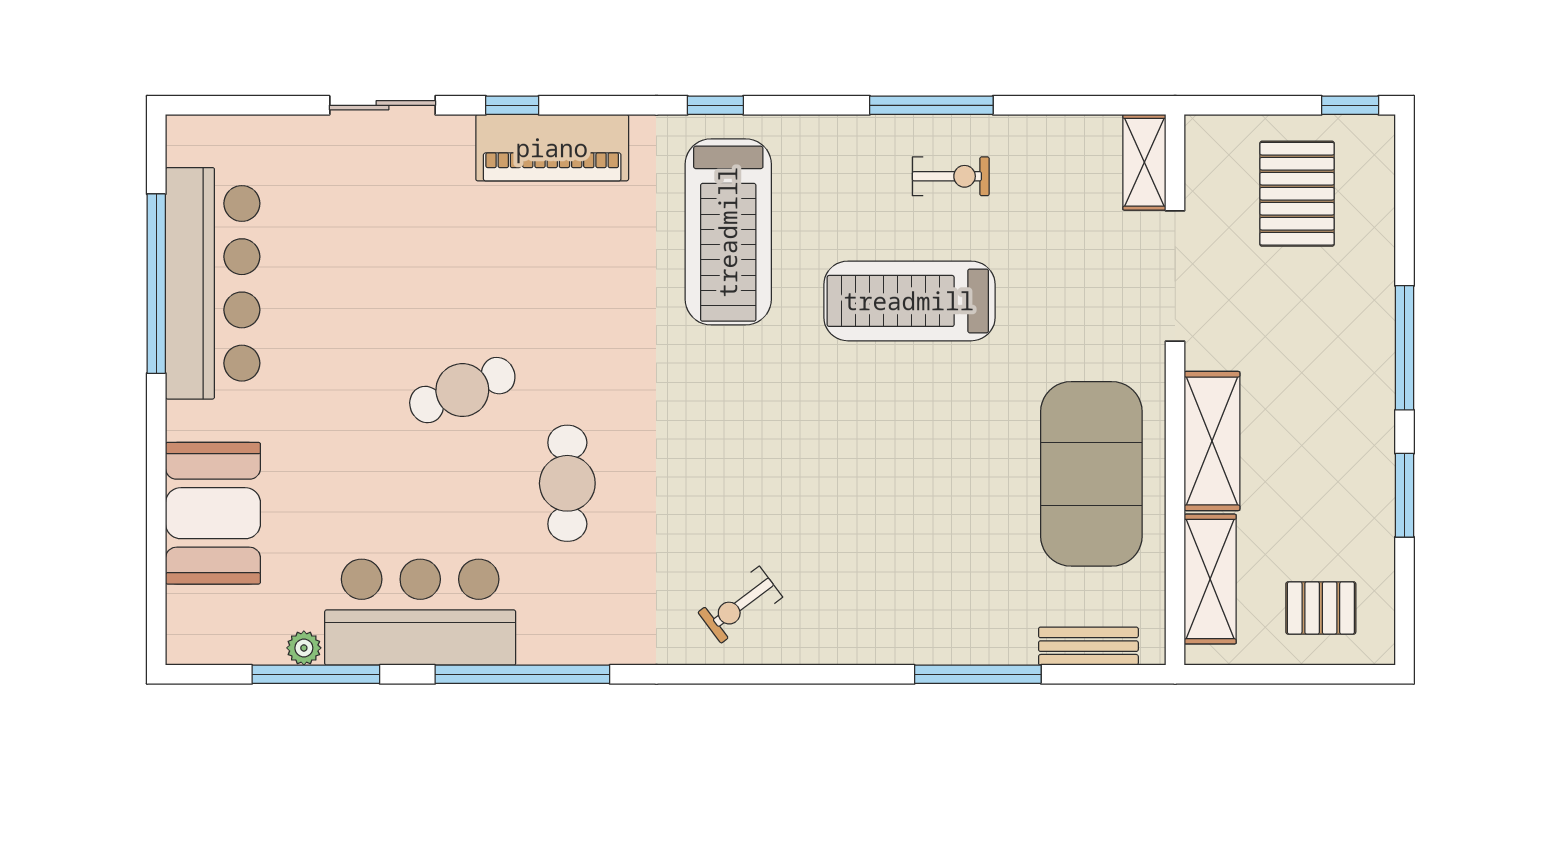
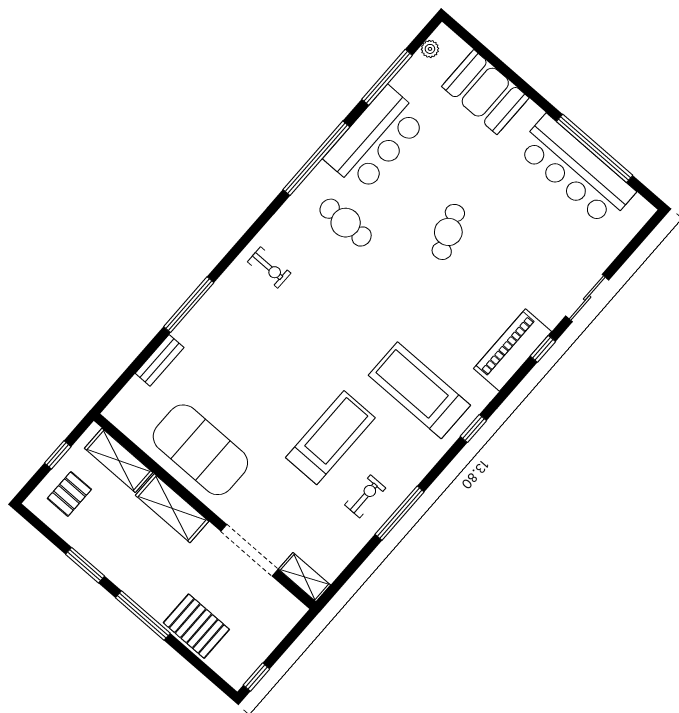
exercise bike: (951, 176) -> (365, 496), turned 180
pallet: (1297, 194) -> (196, 626), moved
cafe table: (567, 483) -> (346, 223), moved
exercise bike: (740, 605) -> (269, 267), turned 127
bench: (1088, 646) -> (160, 360), moved
plant: (304, 648) -> (430, 49), moved
window: (978, 674) -> (189, 305), moved
window: (1279, 674) -> (58, 455), added

